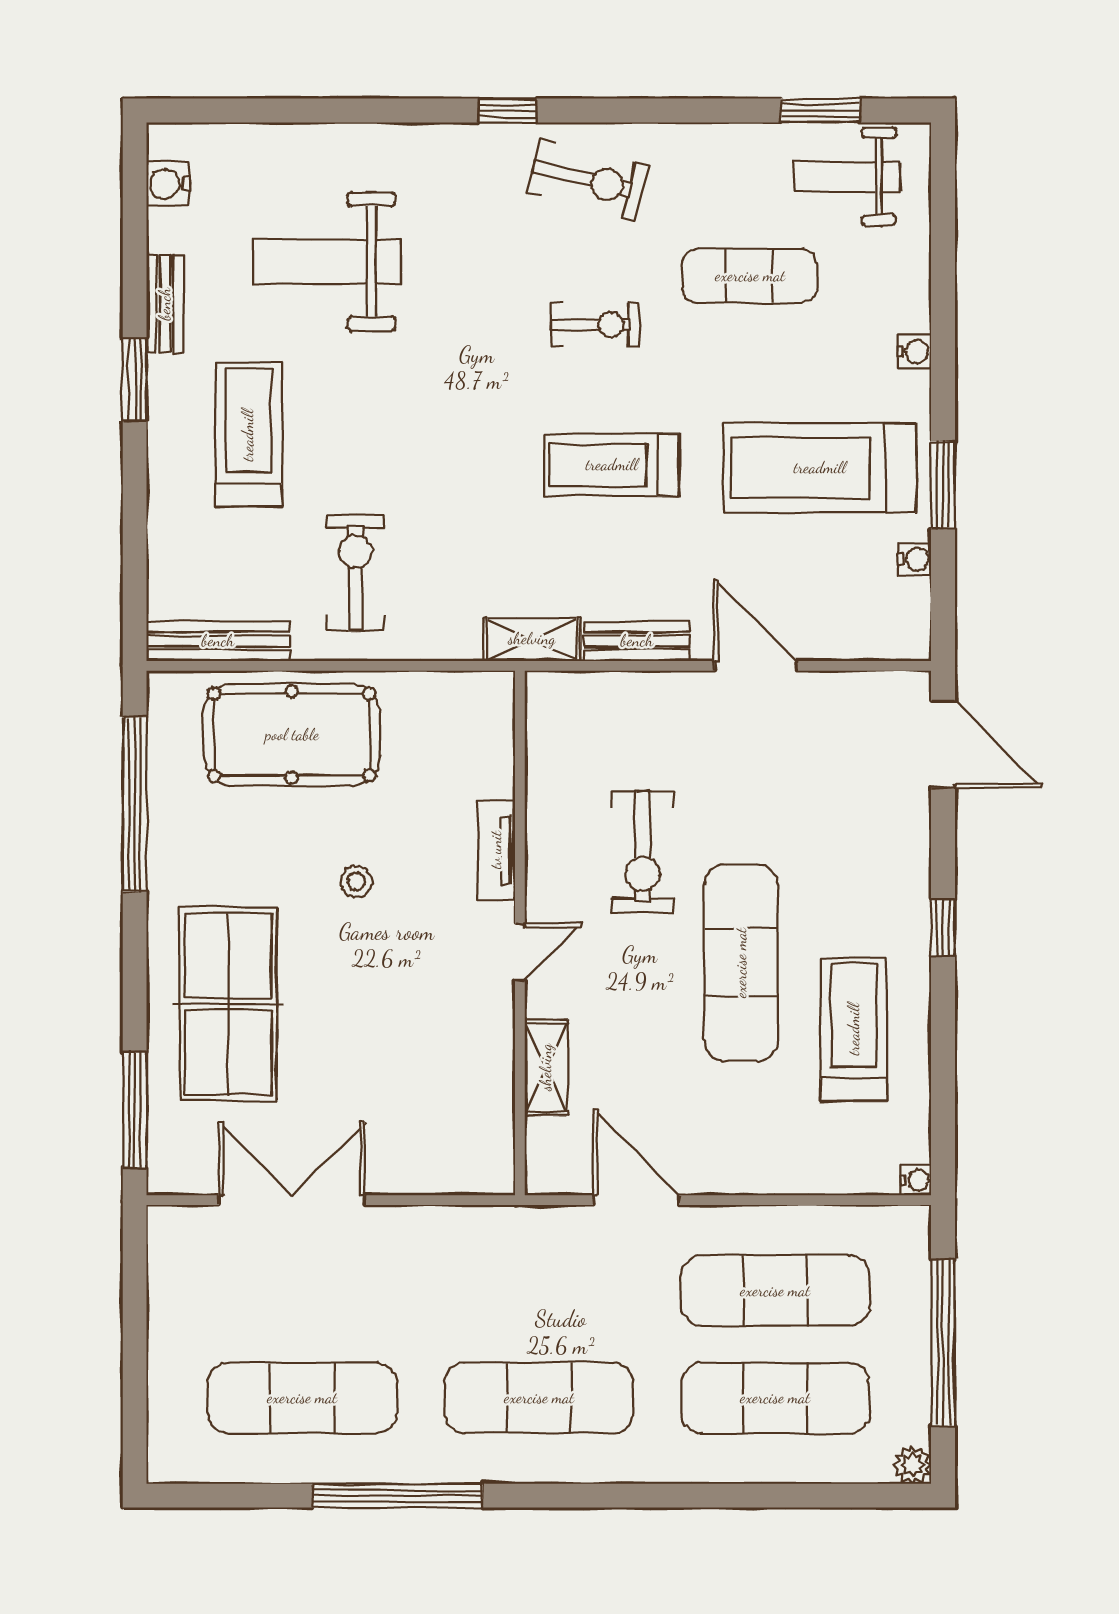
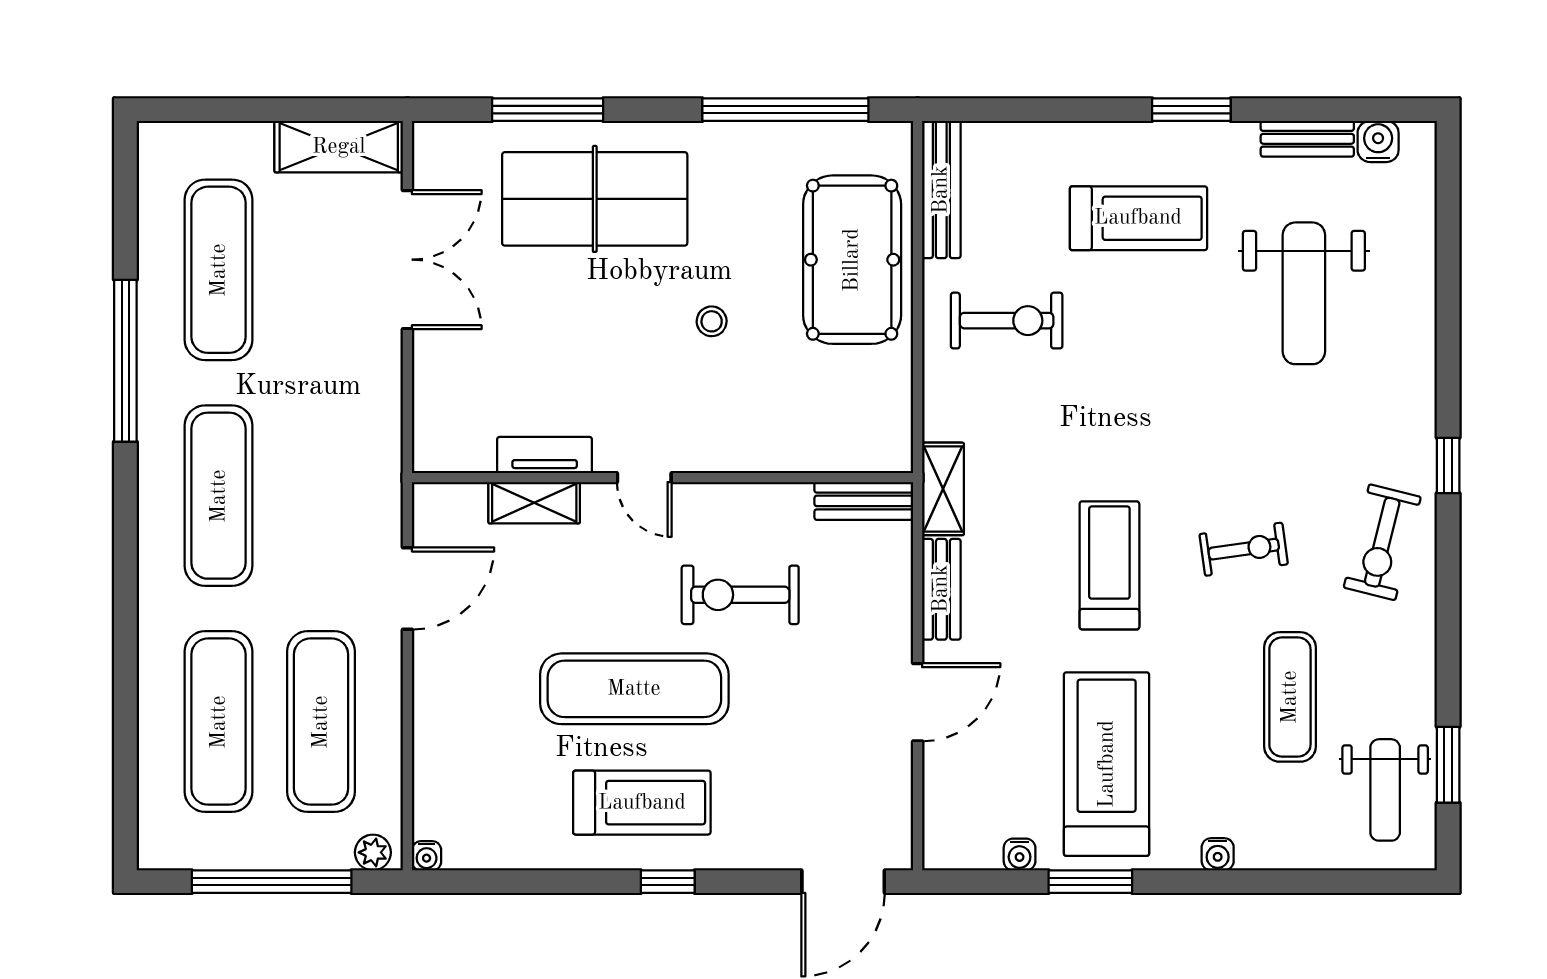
weight bench: (847, 176) -> (1385, 790), turned 180
weight bench: (327, 261) -> (1304, 293), turned 180
bench: (165, 304) -> (1307, 139), moved
exercise bike: (595, 324) -> (1244, 549), turned -98
bench: (544, 722) -> (864, 501), added
tv unit: (496, 850) -> (545, 455), moved
treadmill: (854, 1029) -> (642, 803), moved
window: (135, 1110) -> (548, 110), moved
shelving: (173, 1272) -> (339, 147), added
plant: (912, 1465) -> (373, 852), moved

